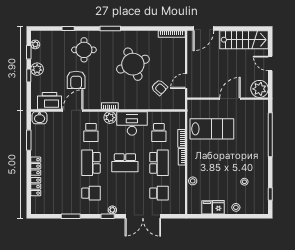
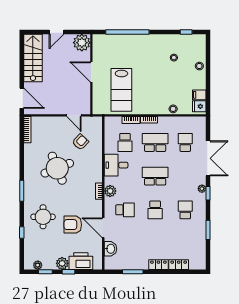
armchair: (76, 80) -> (73, 225), turned 180
printer: (49, 101) -> (81, 261), moved, turned 90
washbasin: (40, 118) -> (110, 249), moved
desk: (132, 123) -> (116, 165), width x0.73
lab bench: (212, 129) -> (121, 90), turned 180
school desk: (159, 132) -> (125, 142), turned 90
school desk: (91, 163) -> (155, 210), width x0.54
school desk: (125, 163) -> (155, 176), turned -90
fridge: (218, 207) -> (199, 106), moved

